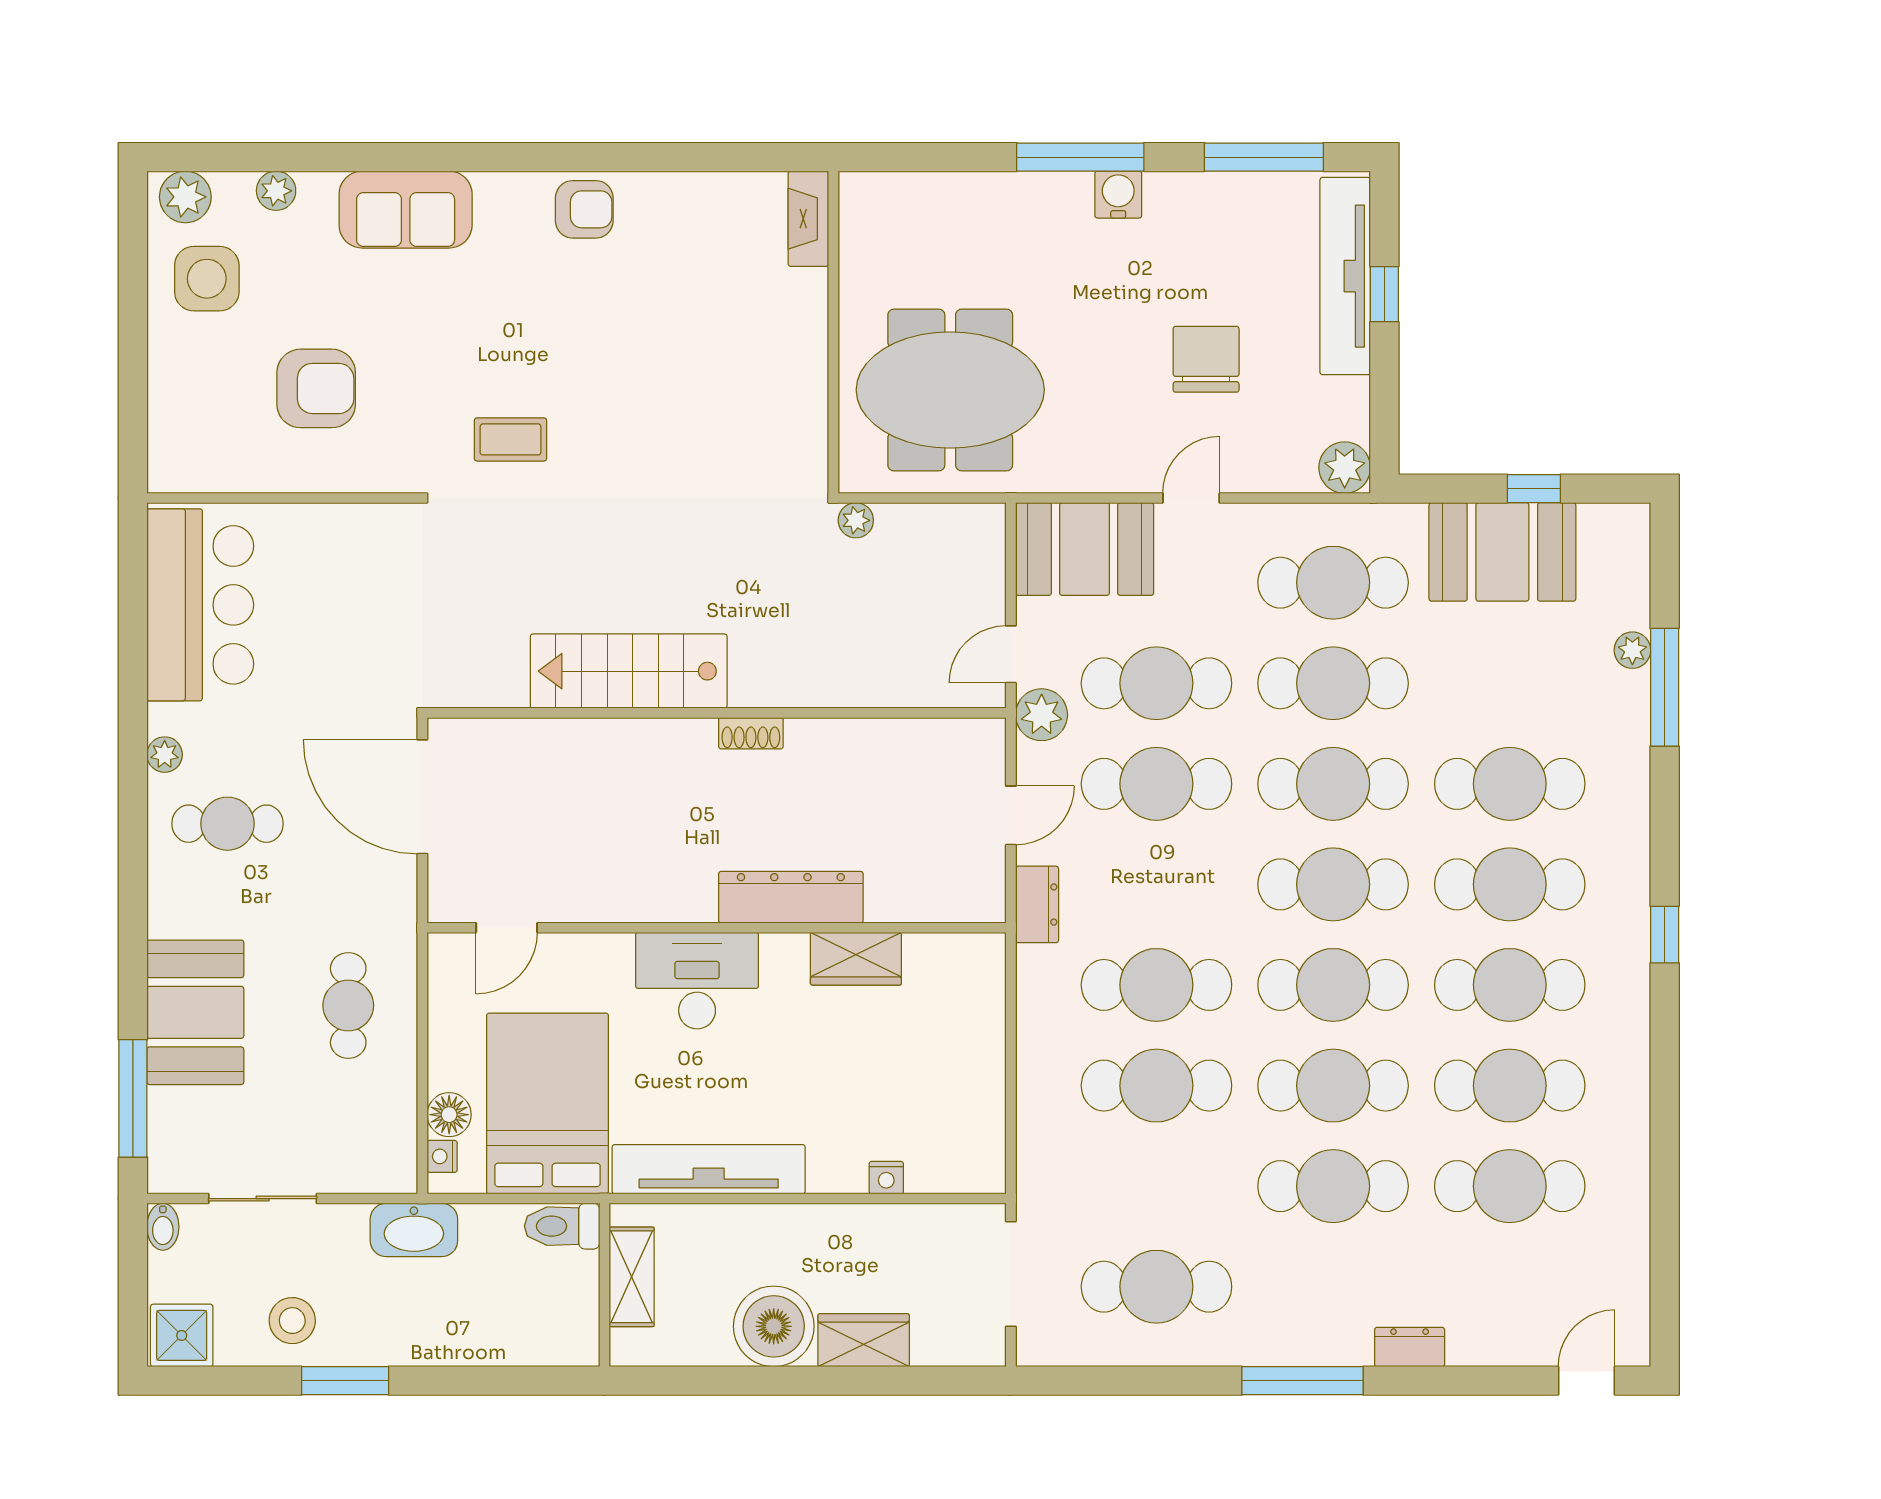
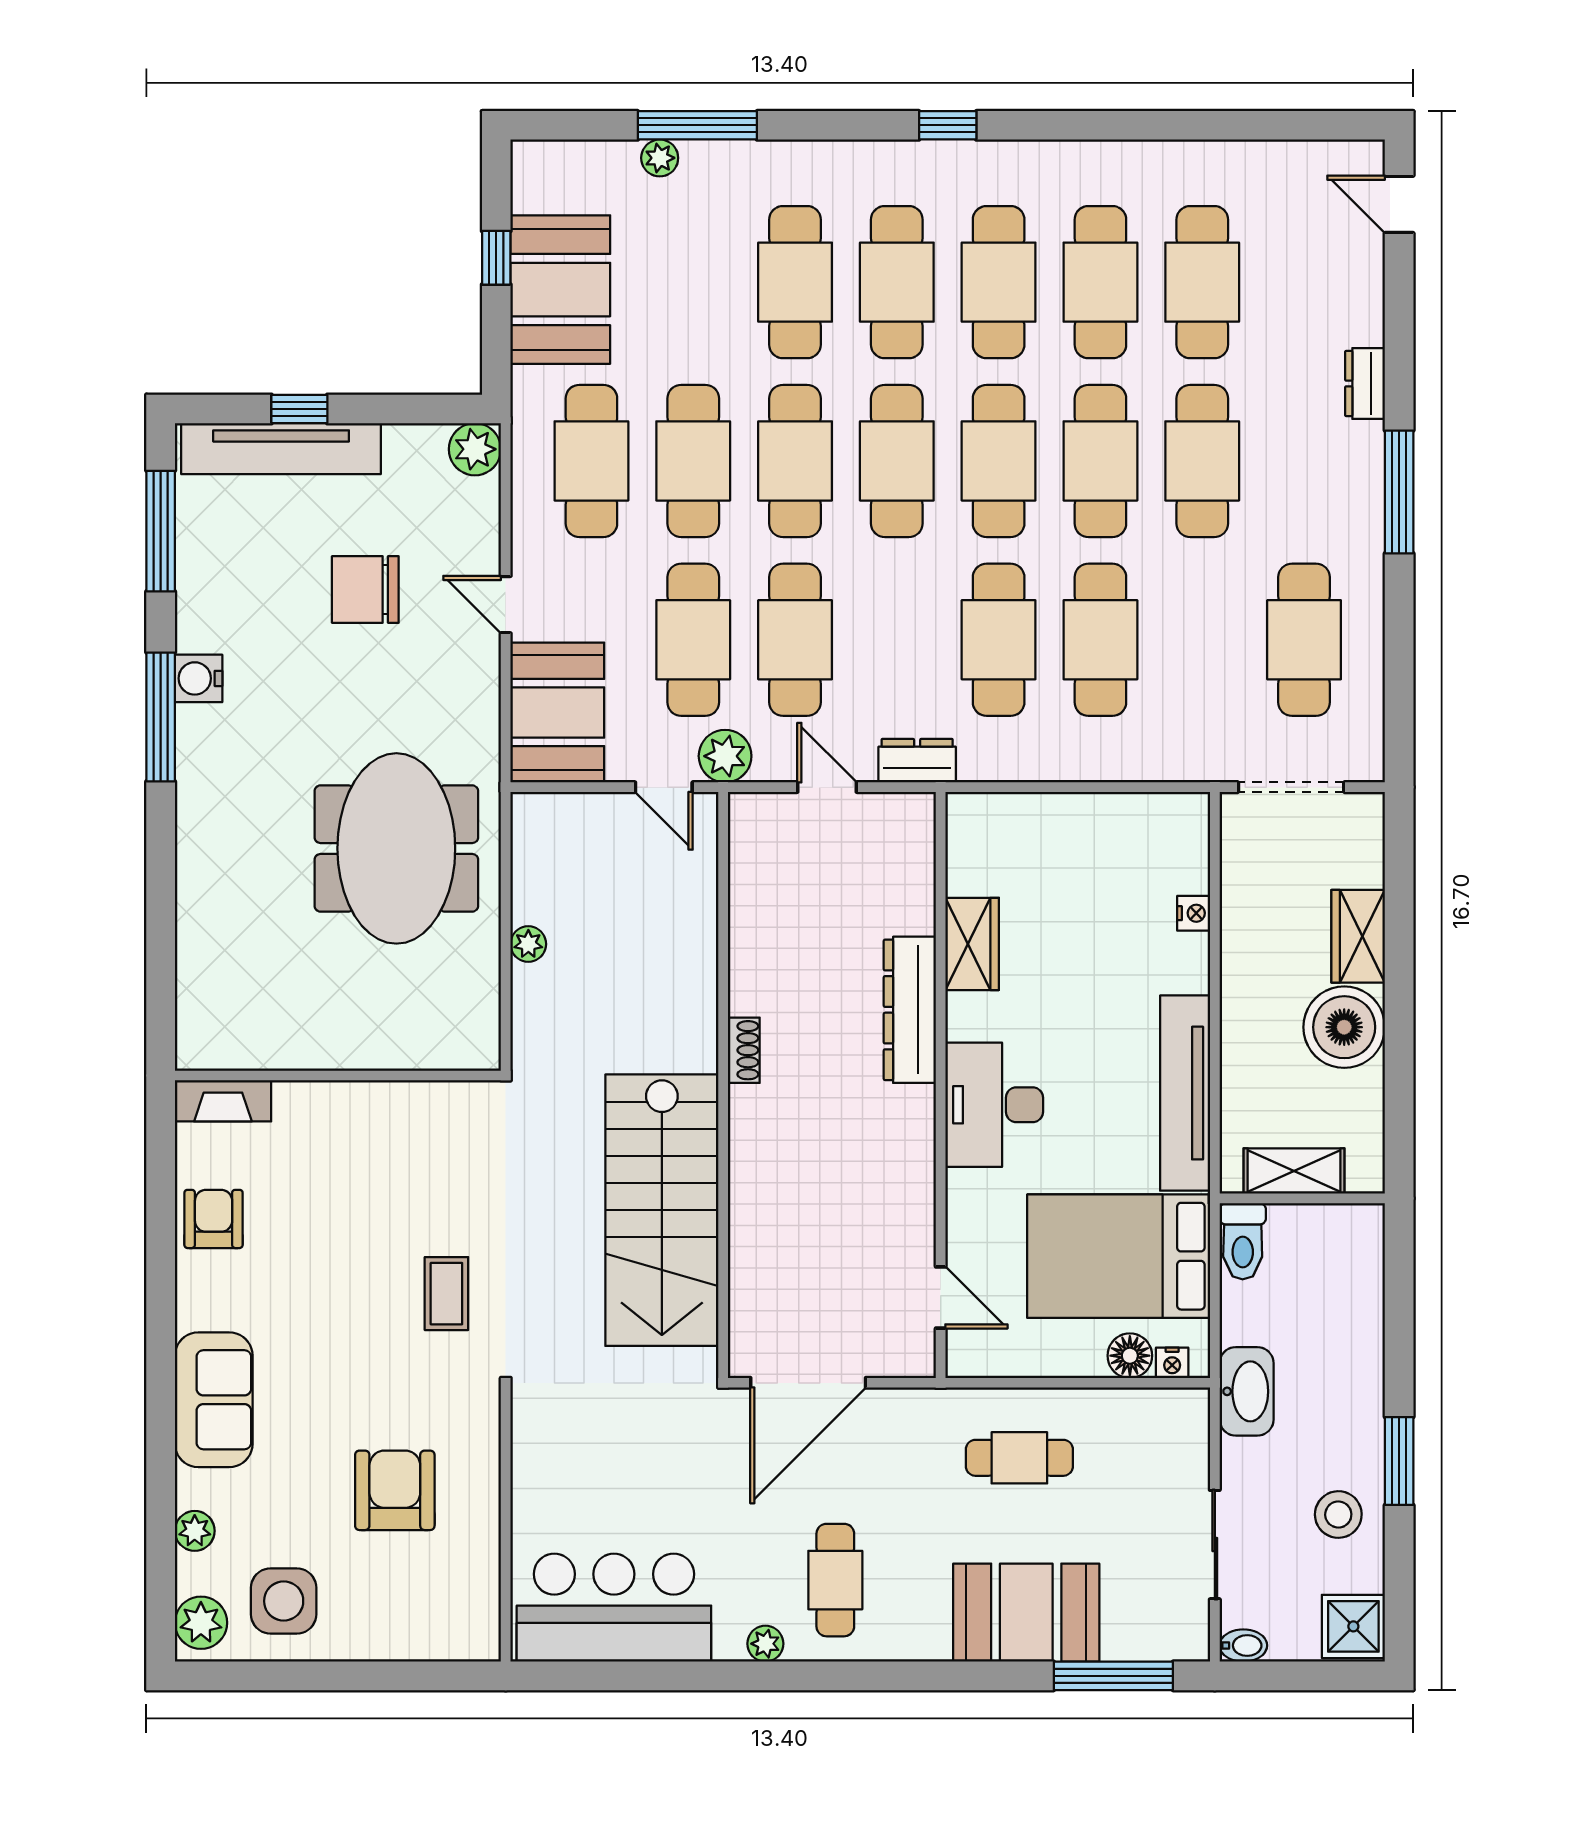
fireplace: (808, 219) -> (223, 1101), moved
wall: (833, 332) -> (338, 1075), moved
stairs: (629, 671) -> (662, 1210), width x1.36, depth x1.51

